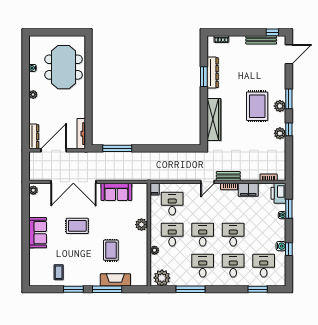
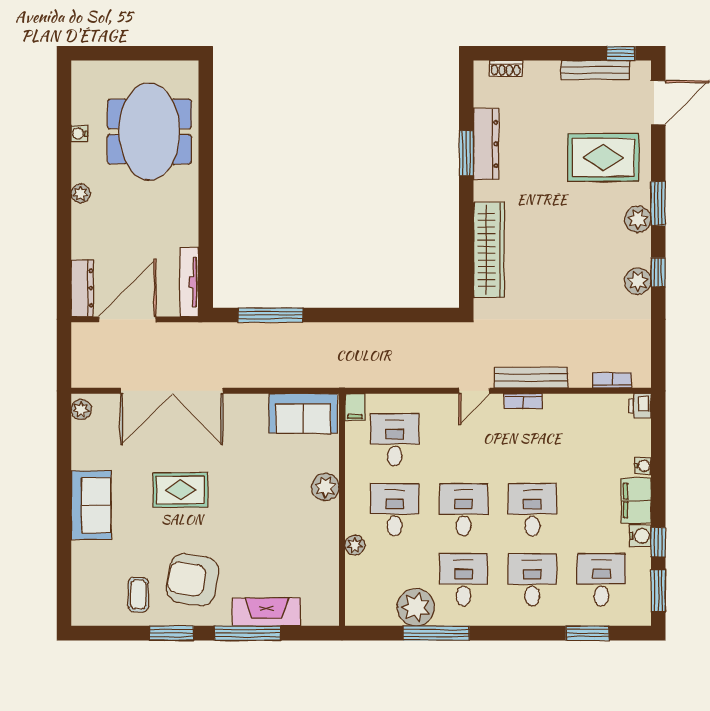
rug: (257, 106) -> (603, 158), moved, turned 90
bench: (228, 176) -> (531, 378), width x1.36
filing cabinet: (248, 190) -> (636, 501), moved, turned 90
sofa: (116, 192) -> (303, 413), moved
printer: (278, 193) -> (640, 406), width x0.53, depth x0.68
window: (289, 209) -> (658, 591), moved
rug: (111, 250) -> (257, 545), removed
armchair: (83, 266) -> (193, 580), added
plant: (162, 278) -> (416, 607), moved

